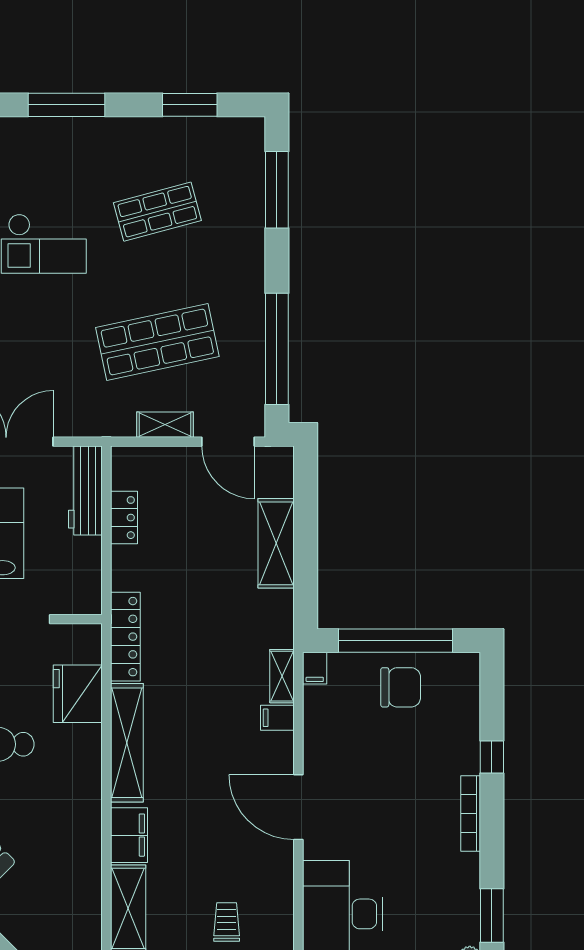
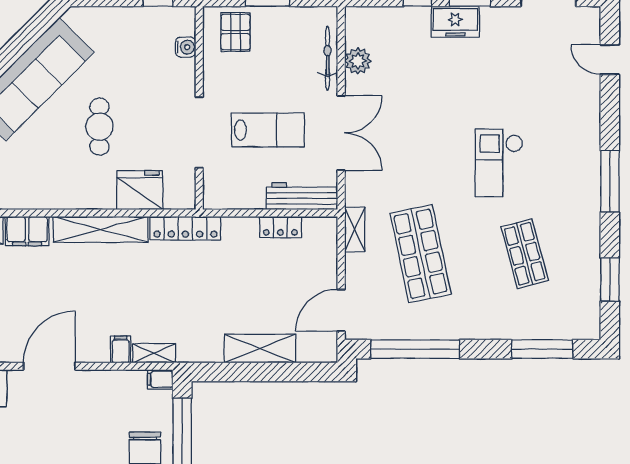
shelving: (165, 425) -> (355, 229), moved

